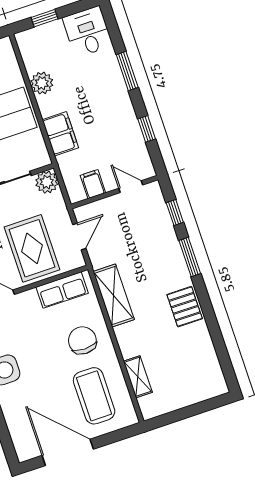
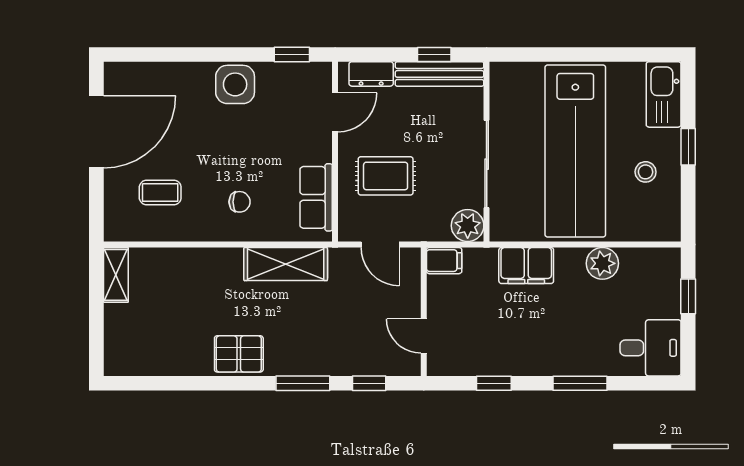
filing cabinet: (93, 184) -> (444, 261), moved
door: (131, 187) -> (424, 336), swing flipped
rug: (32, 248) -> (386, 176), width x0.73, depth x0.70
chair: (82, 340) -> (240, 202), width x0.54, depth x0.54
shelving: (138, 377) -> (116, 275), moved, turned 90
coffee table: (94, 396) -> (160, 193), width x0.54, depth x0.58

